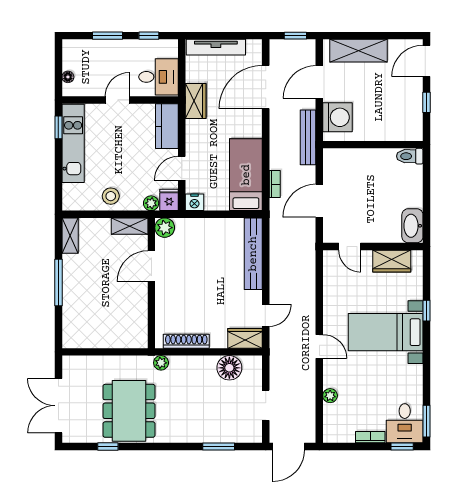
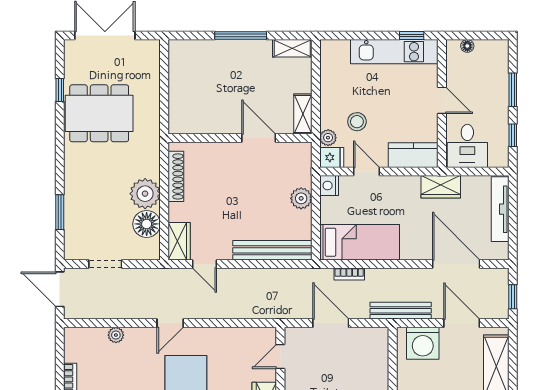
stool: (111, 196) -> (357, 122), moved
plant: (165, 228) -> (301, 198), moved
plant: (161, 363) -> (145, 194), moved, width x1.88, depth x1.88

